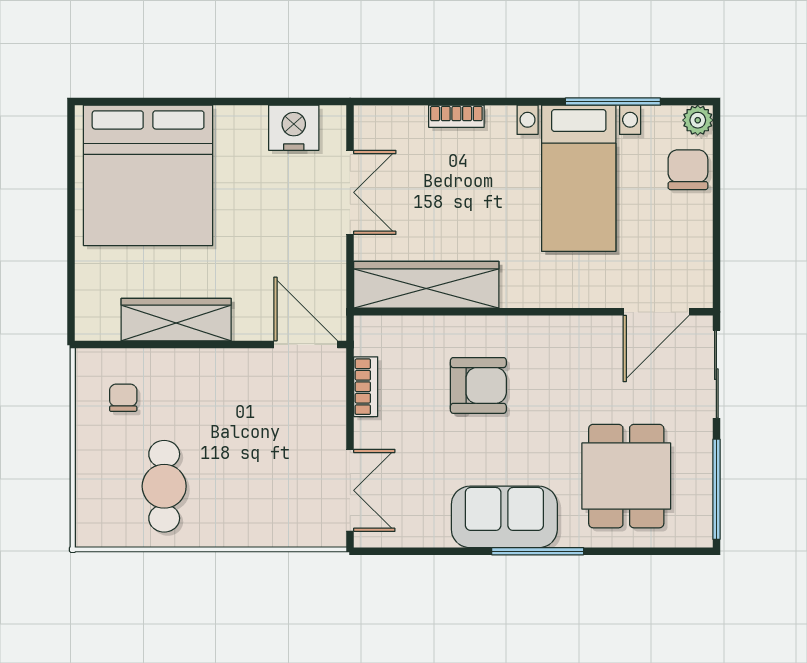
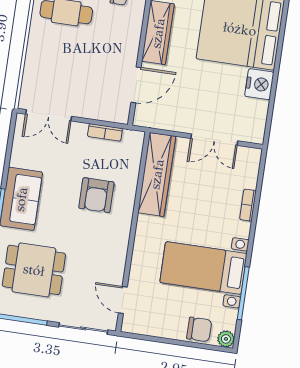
nightstand: (294, 128) -> (259, 84), moved
door: (656, 312) -> (123, 300), width x0.73
door: (306, 344) -> (136, 85), moved

